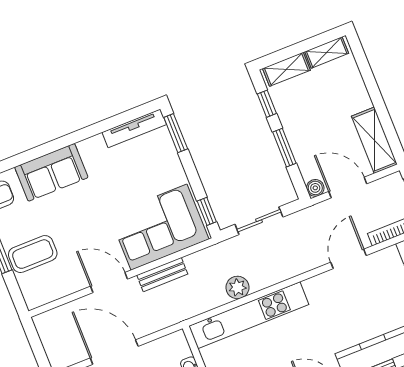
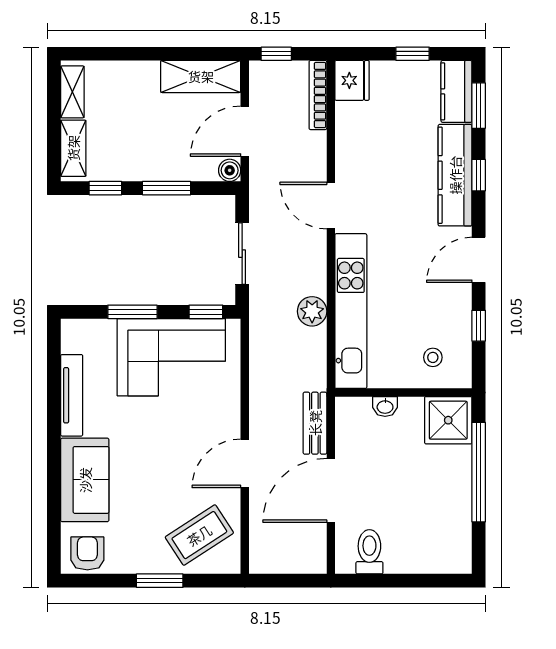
tv unit: (134, 128) -> (72, 395), moved
window: (176, 133) -> (132, 312), moved
corner sofa: (159, 227) -> (171, 357), moved, turned -90
coffee table: (33, 254) -> (199, 535), moved, turned 57
door: (348, 259) -> (331, 206), moved
bench: (162, 275) -> (315, 423), moved

